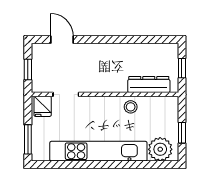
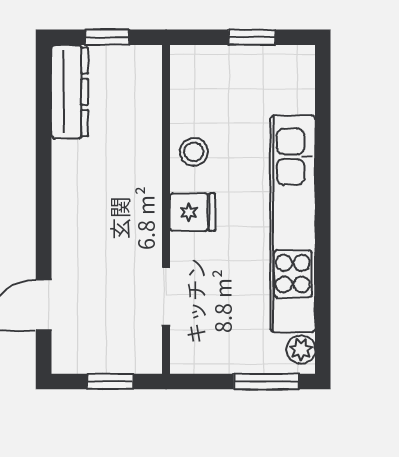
dresser: (149, 85) -> (70, 92), moved, turned 180
fridge: (43, 106) -> (193, 212), moved
plant: (160, 149) -> (301, 349), moved, width x0.53, depth x0.53

